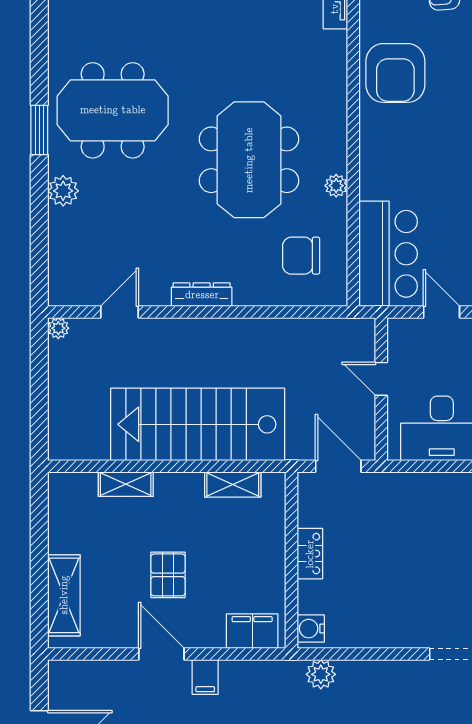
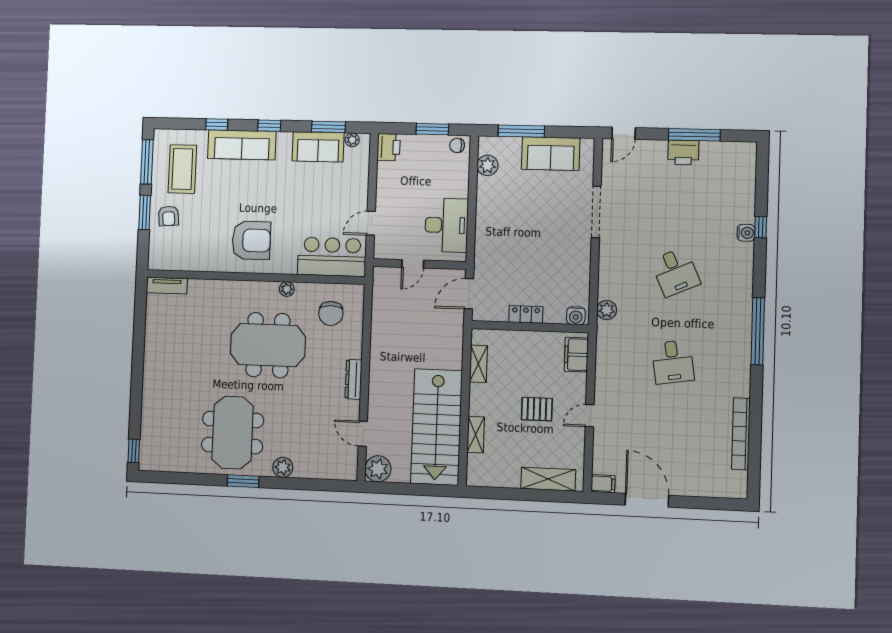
armchair: (395, 73) -> (251, 240), moved
plant: (58, 328) -> (378, 469), width x1.88, depth x1.88
stairs: (198, 424) -> (437, 427), moved
door: (161, 654) -> (590, 416), width x0.73
filing cabinet: (205, 677) -> (603, 484), moved

